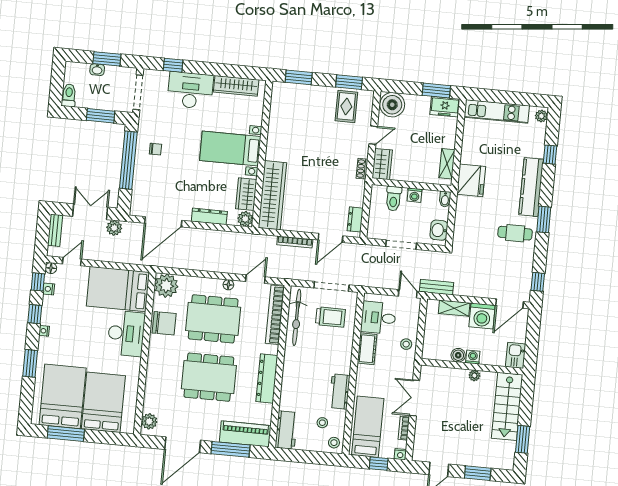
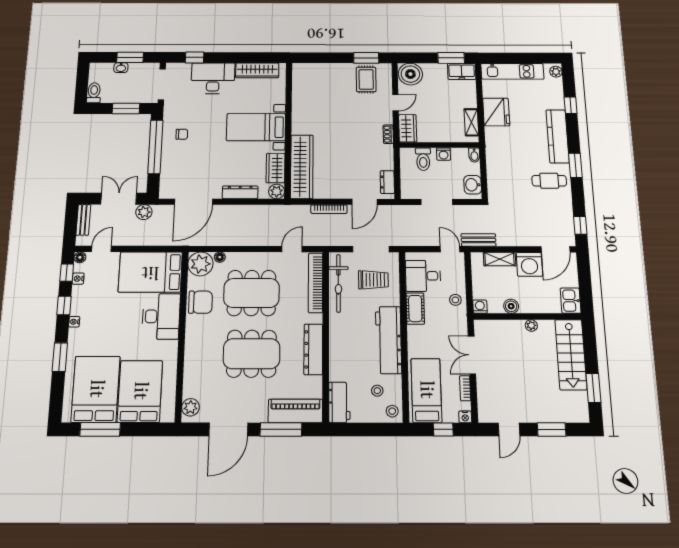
window: (299, 77) -> (317, 58), removed
fridge: (471, 180) -> (496, 112), moved
floor lamp: (228, 285) -> (220, 257), moved
washing machine: (473, 357) -> (480, 307), moved
workbench: (340, 392) -> (388, 340), width x1.88, depth x1.32

